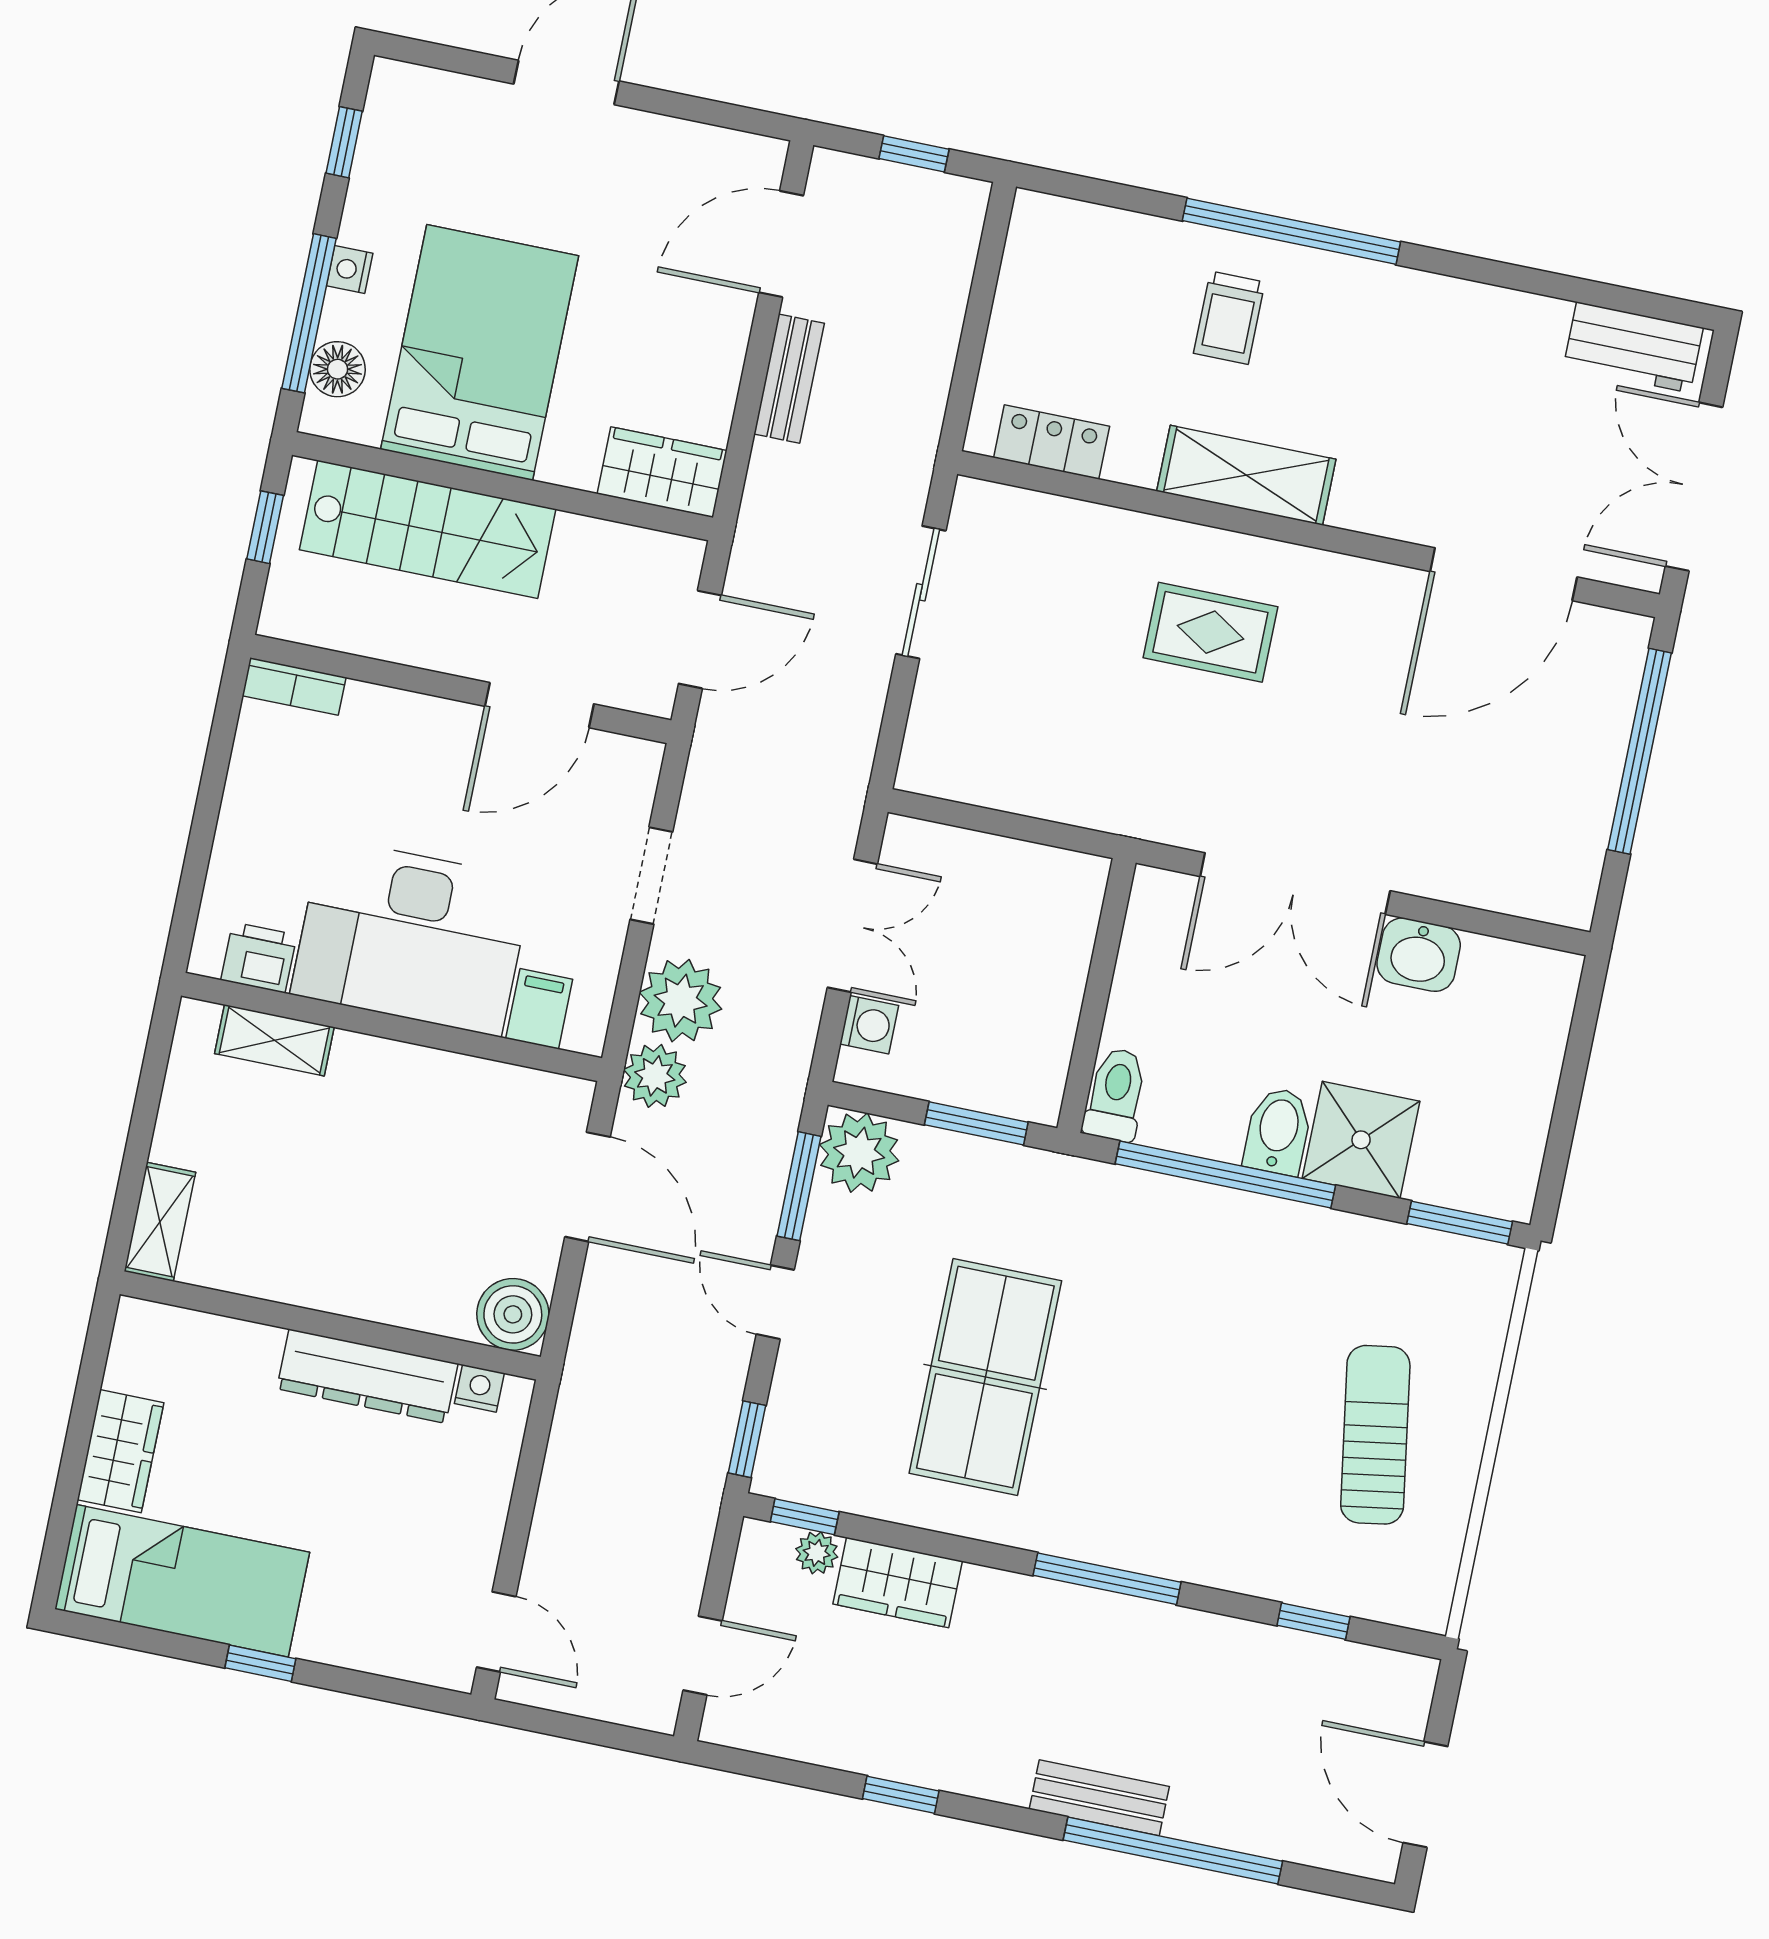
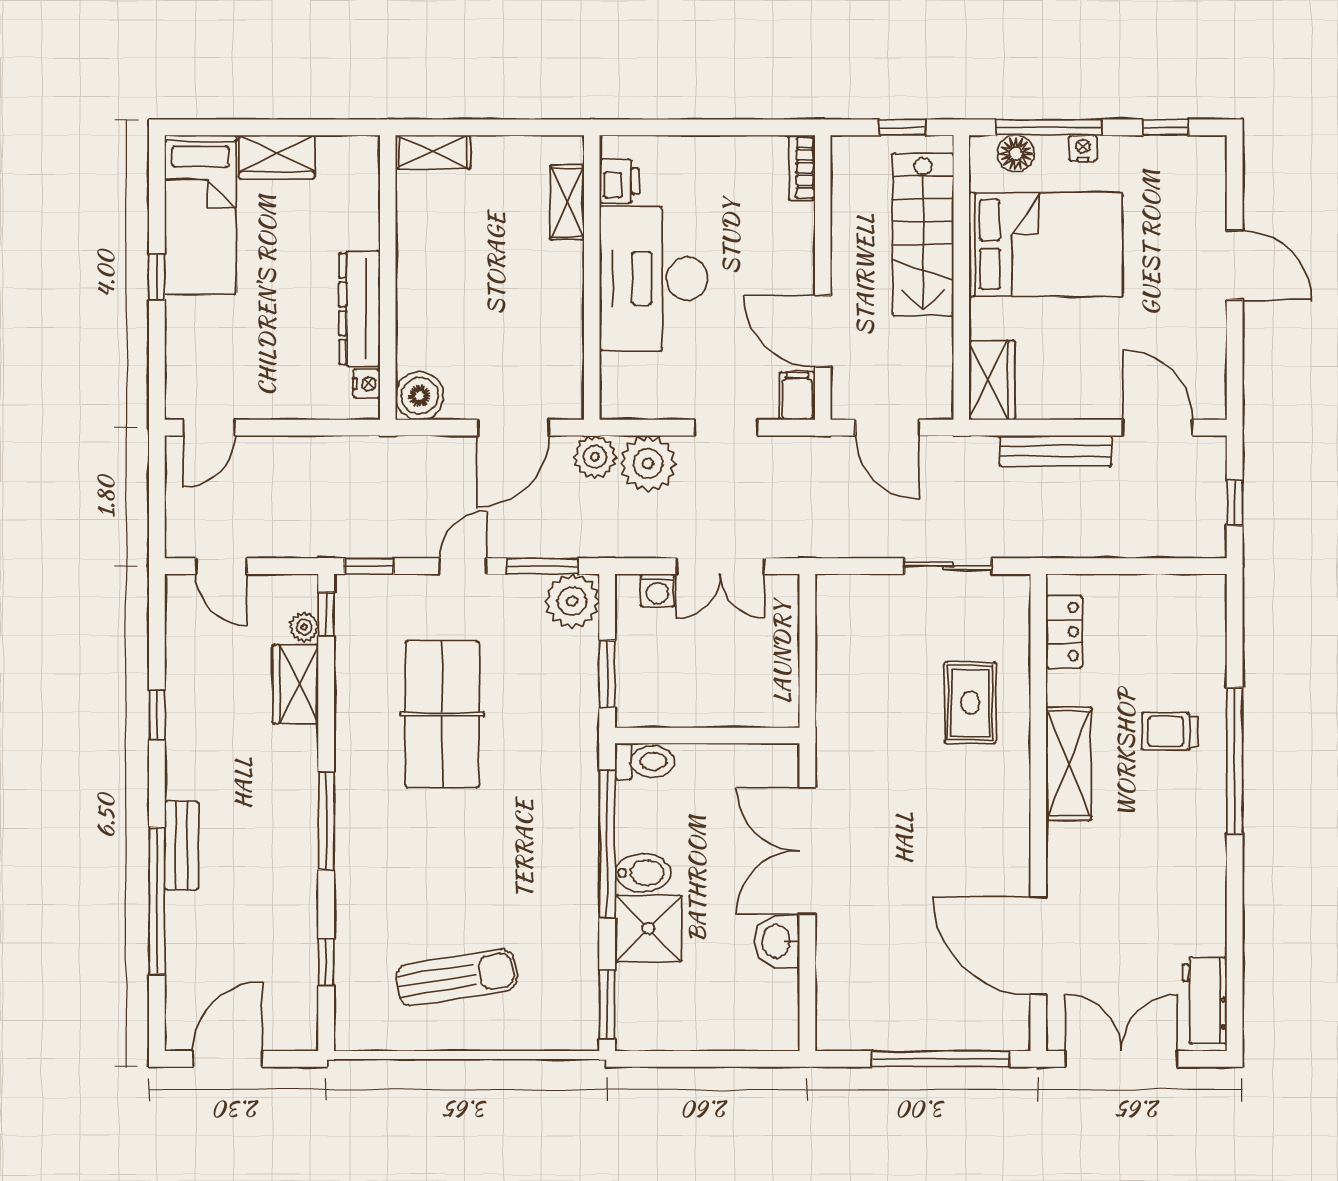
bench: (789, 379) -> (1055, 451), width x1.36
rug: (1210, 632) -> (970, 703), moved
filing cabinet: (539, 1009) -> (797, 396), moved, turned -90
table tennis table: (985, 1377) -> (442, 714), turned 90

